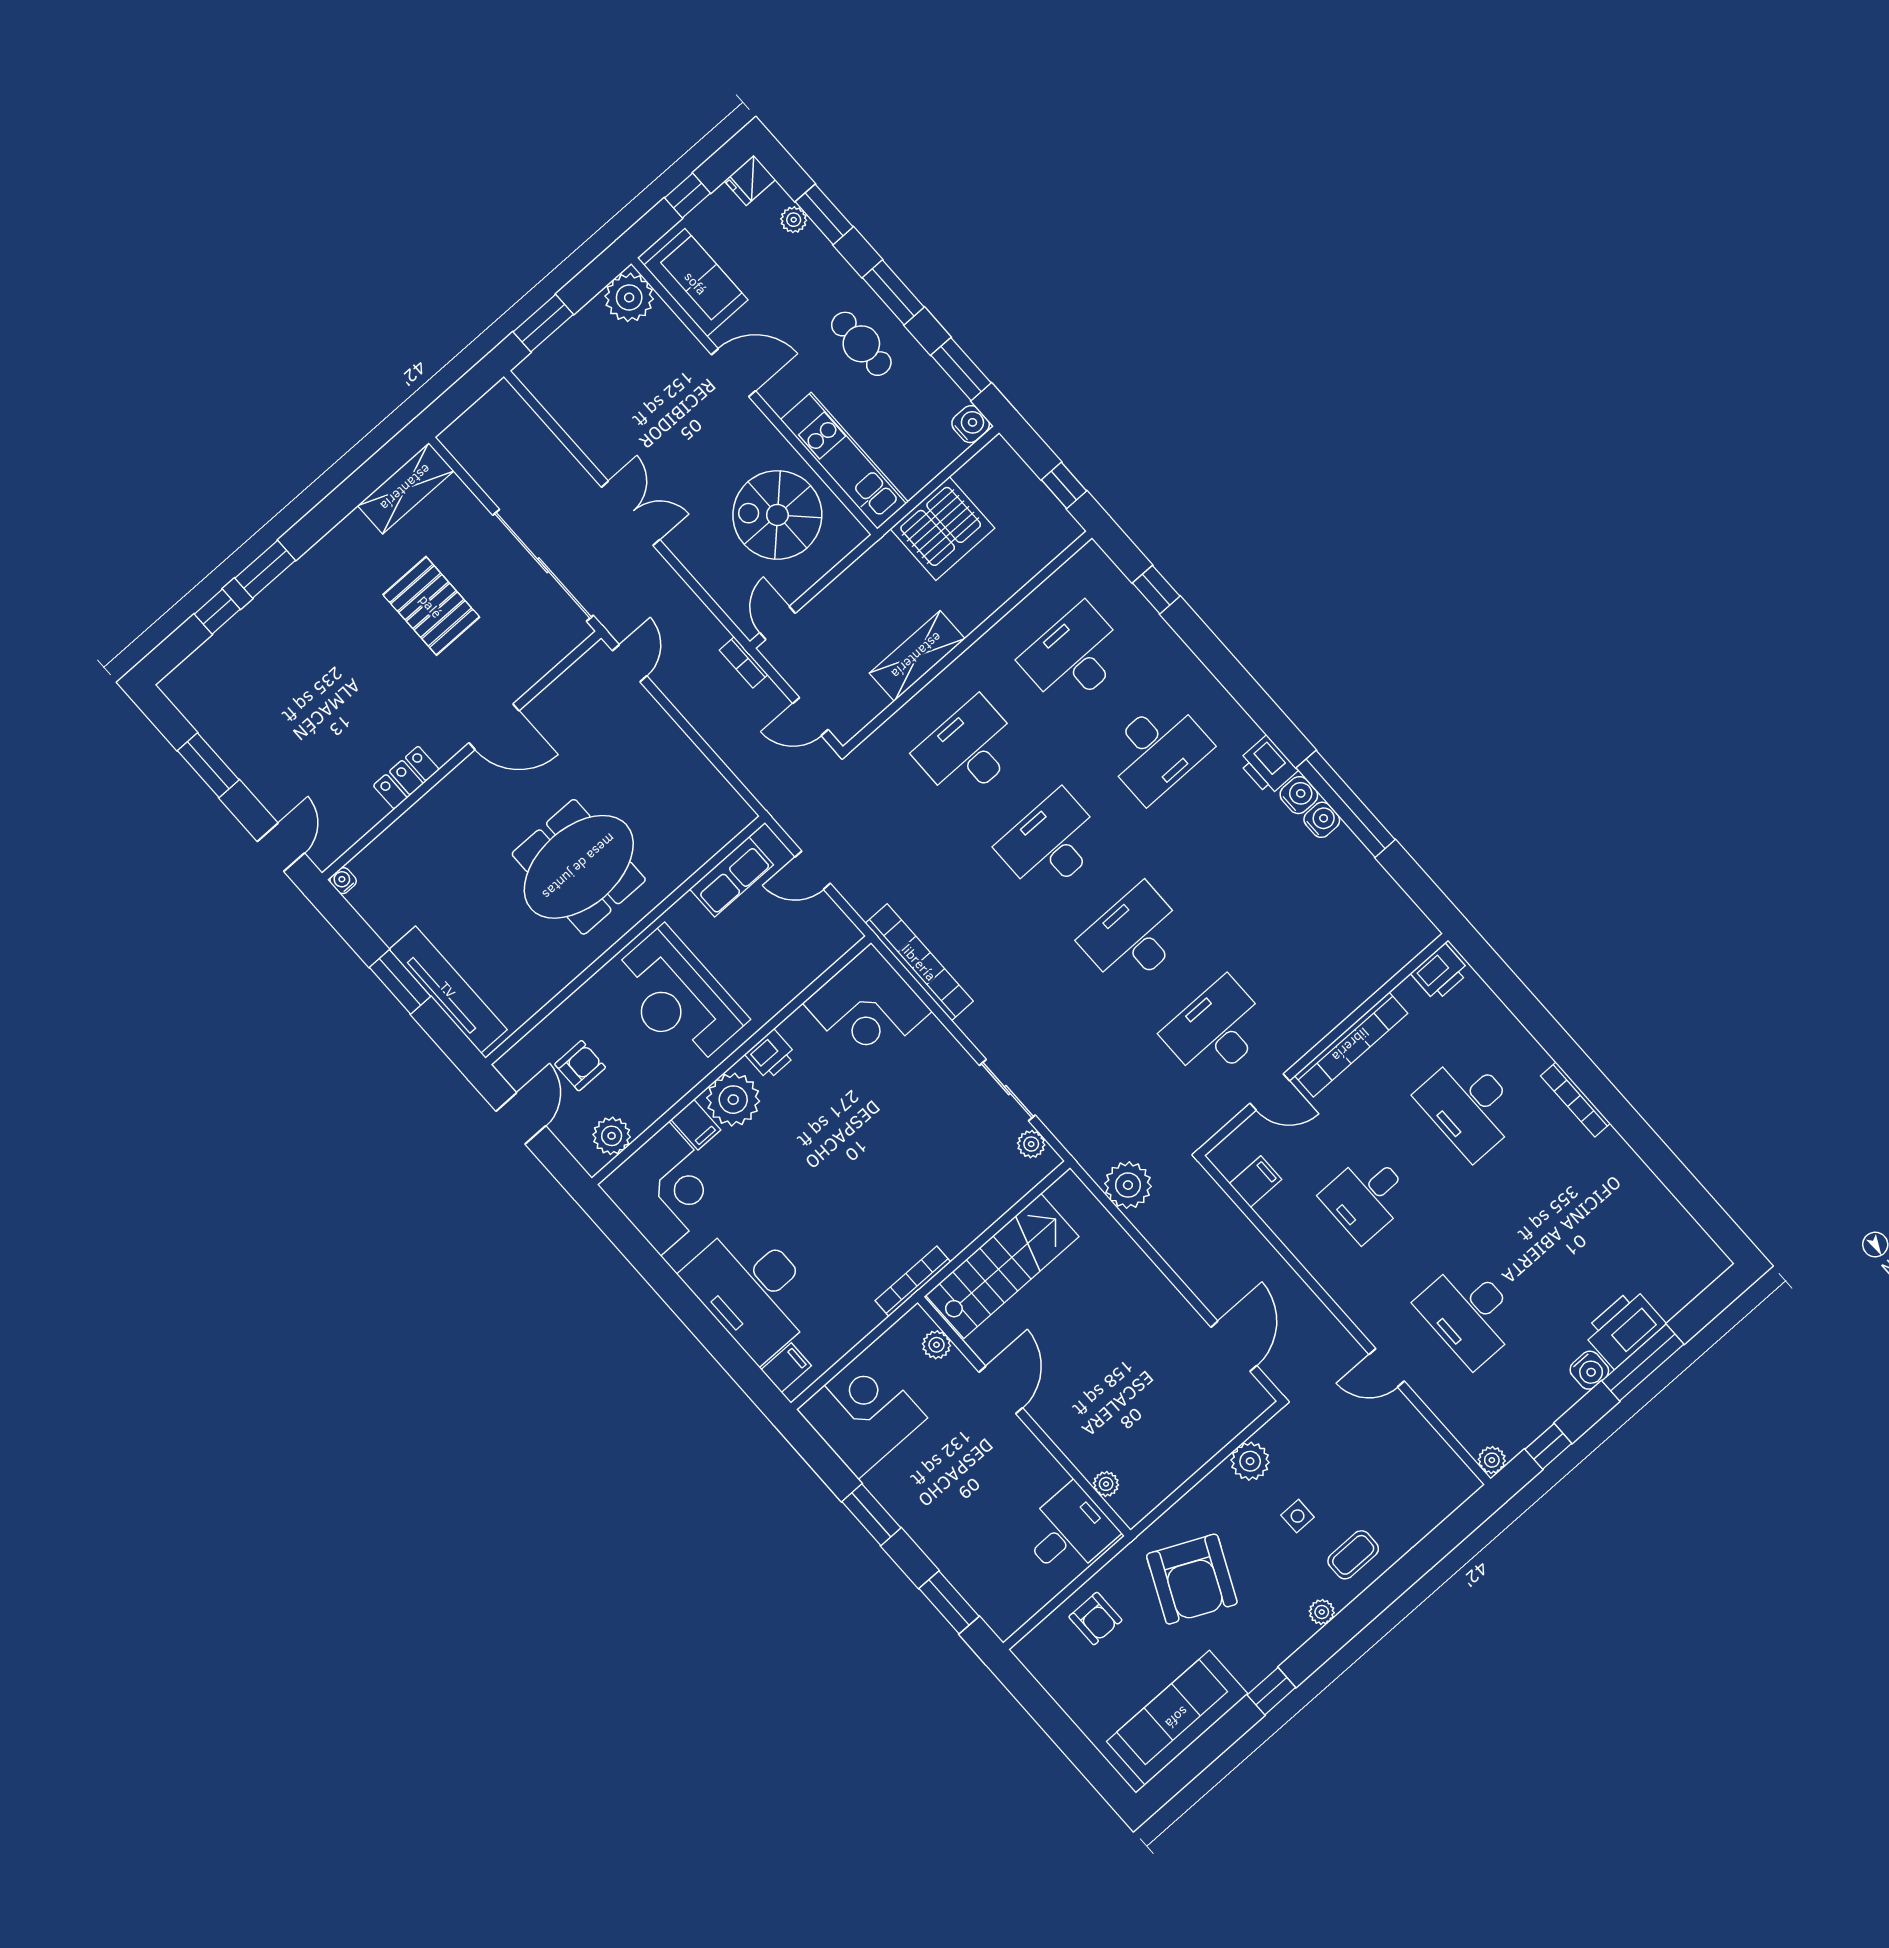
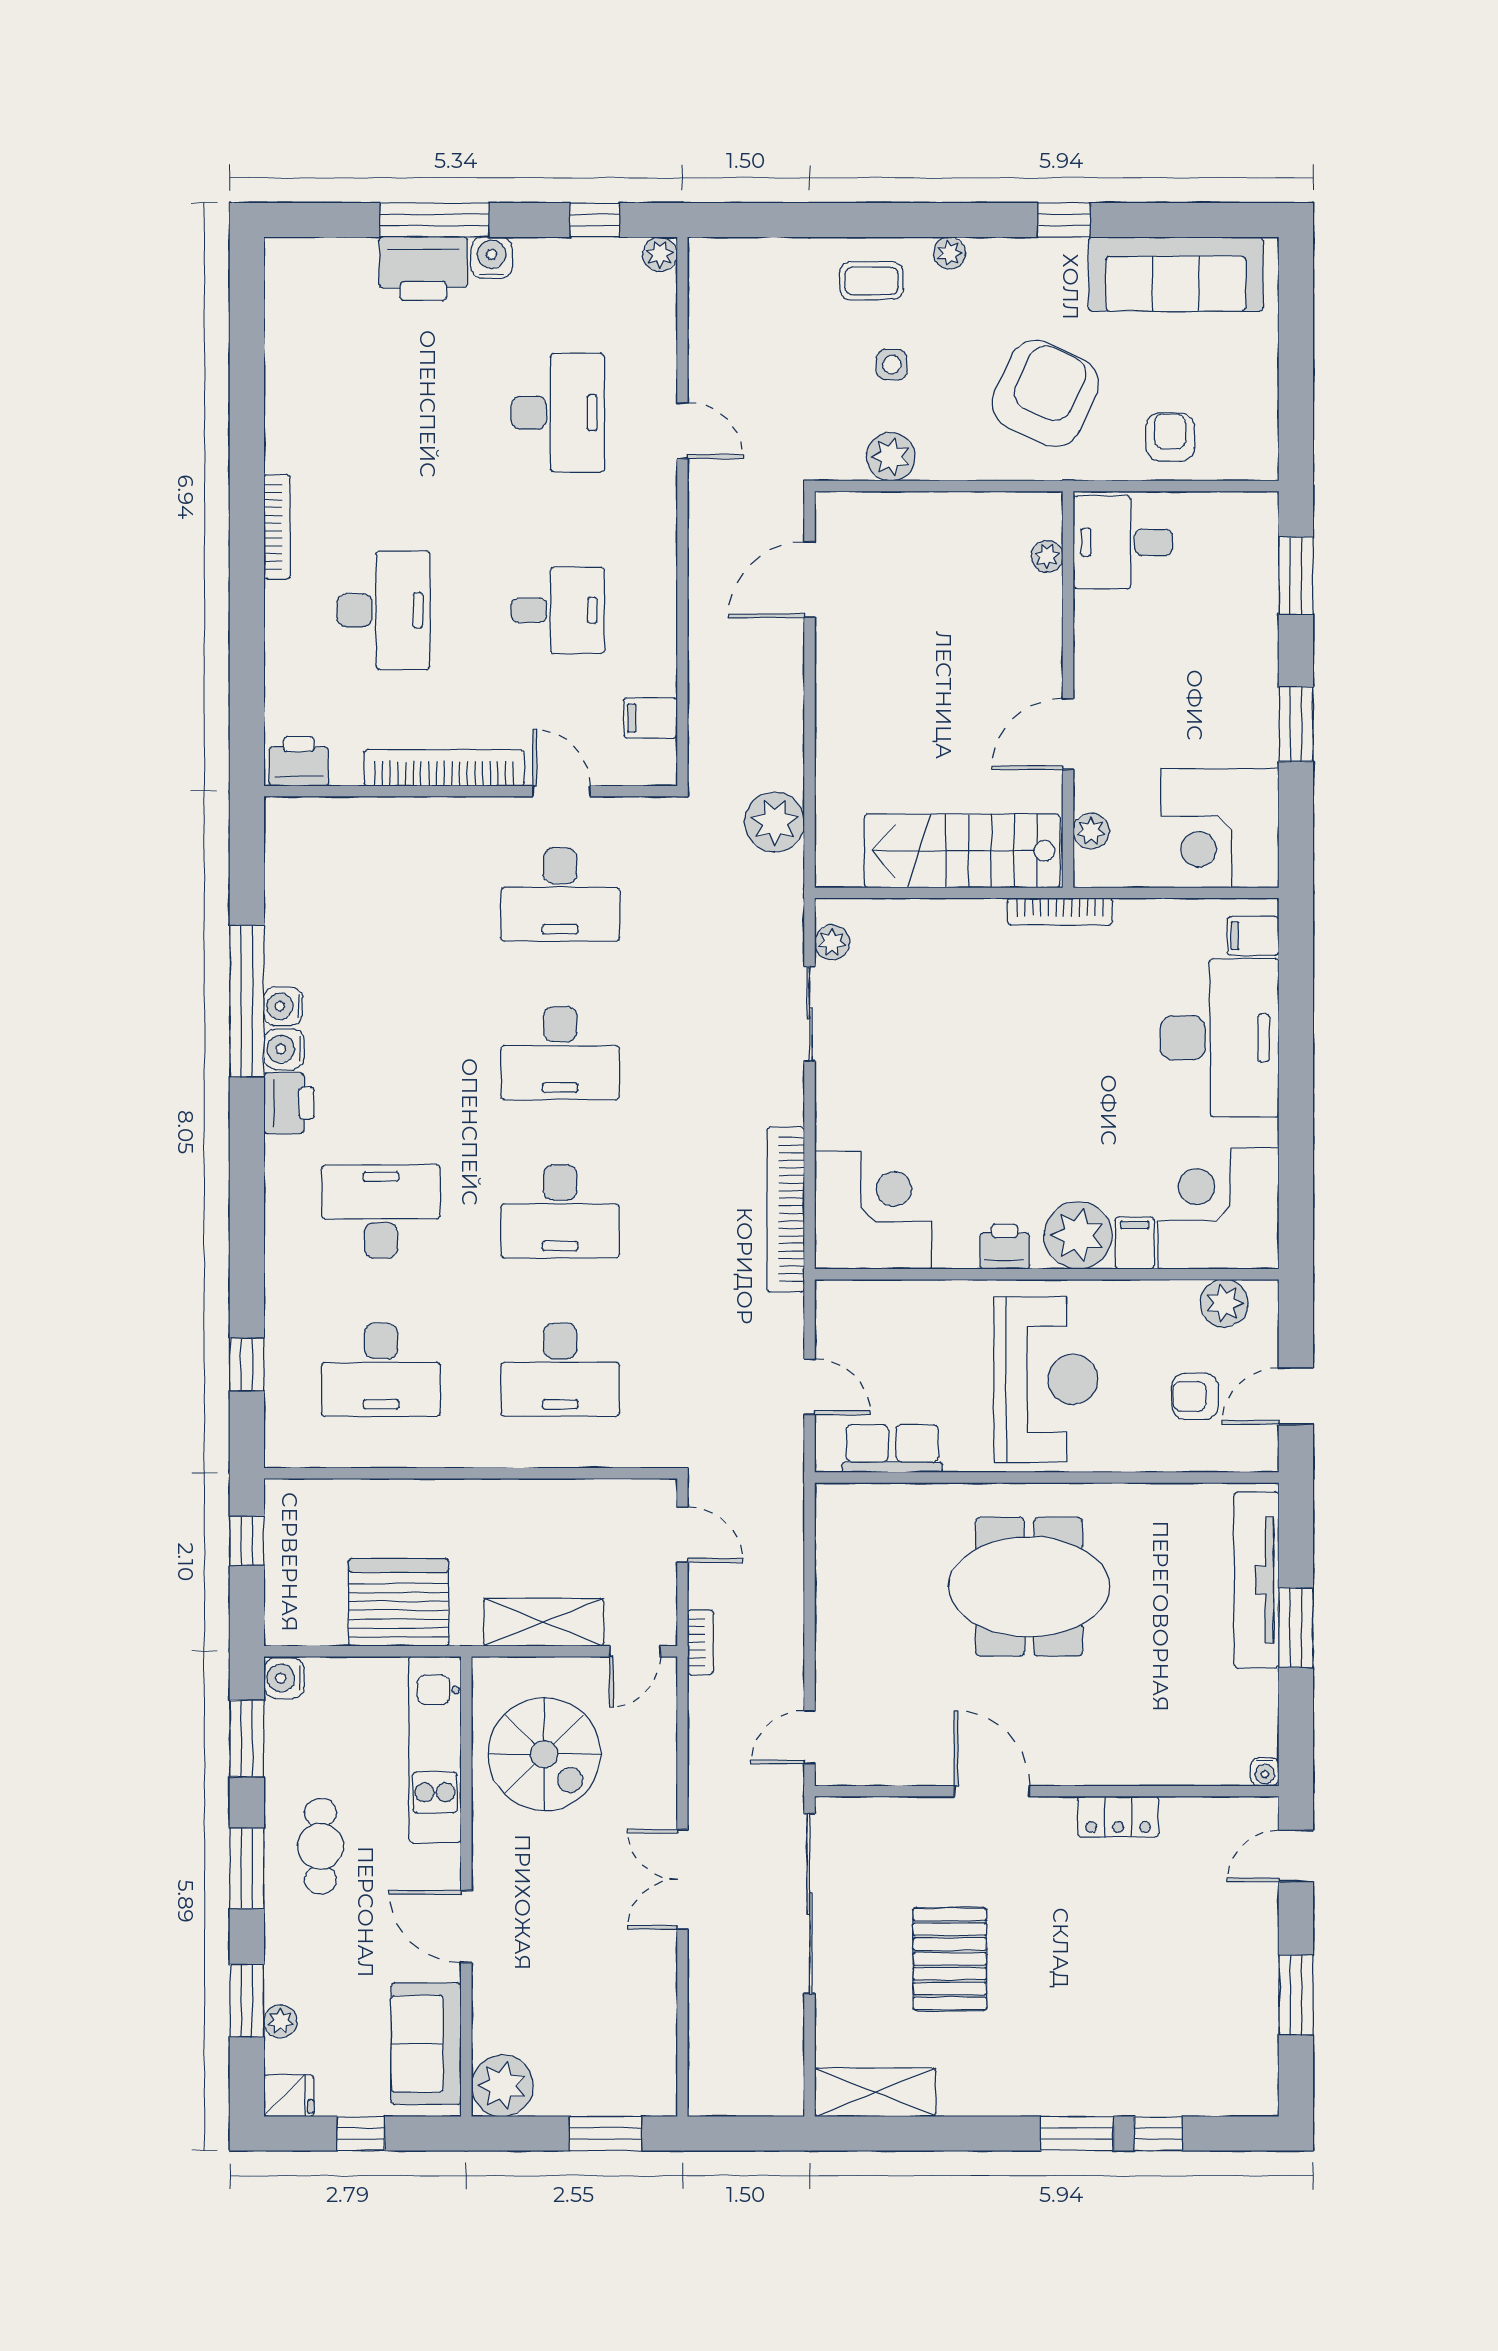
shelving: (917, 656) -> (544, 1622), moved

